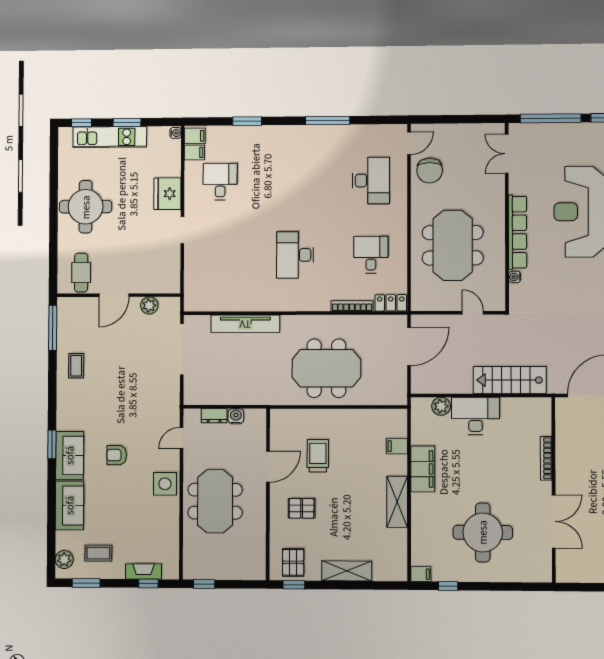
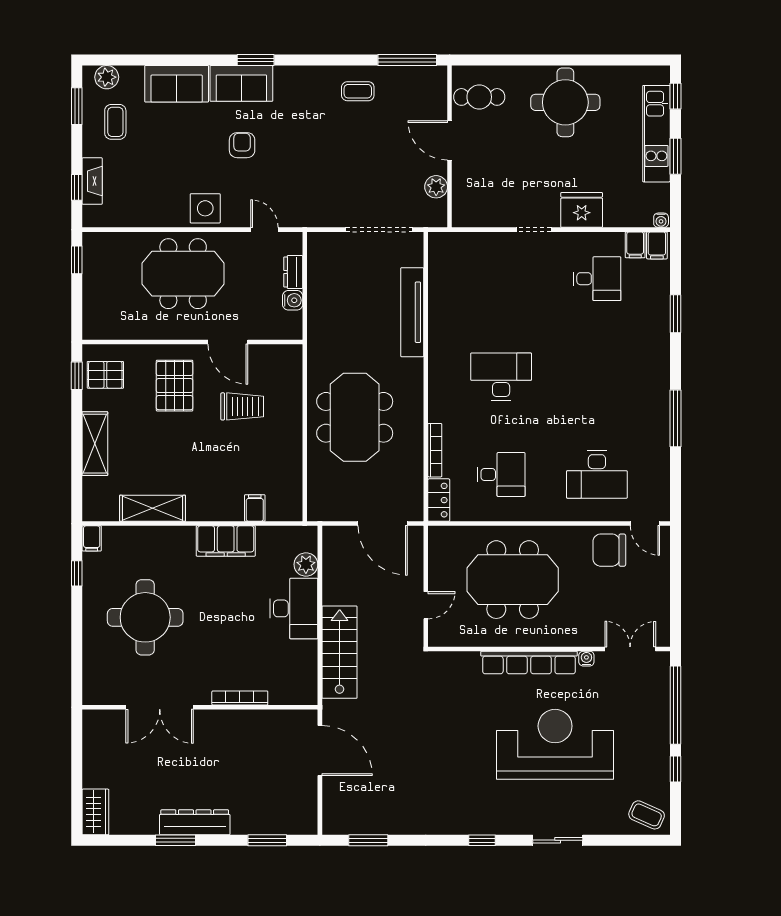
water cooler: (515, 277) -> (586, 659), moved
shelving: (397, 502) -> (153, 508), moved
pallet: (302, 508) -> (175, 386), width x1.50, depth x1.42

